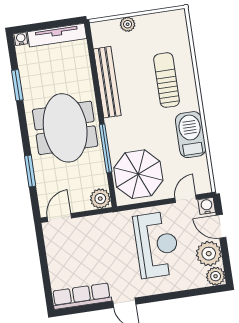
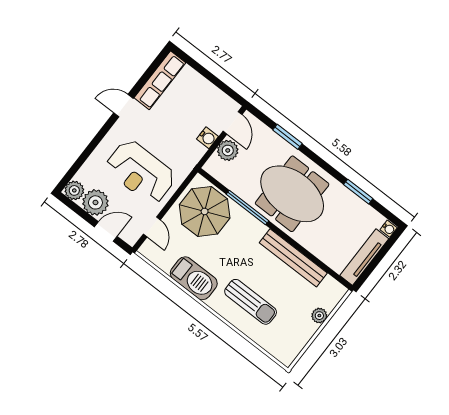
plant: (100, 199) -> (228, 150), moved
water cooler: (207, 206) -> (208, 138), moved

